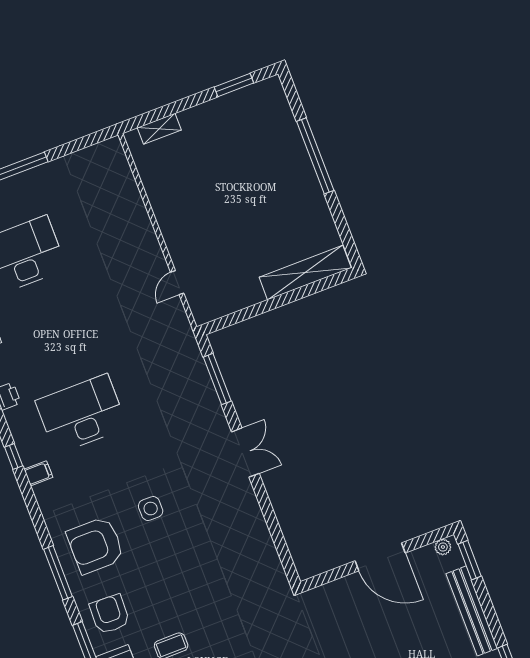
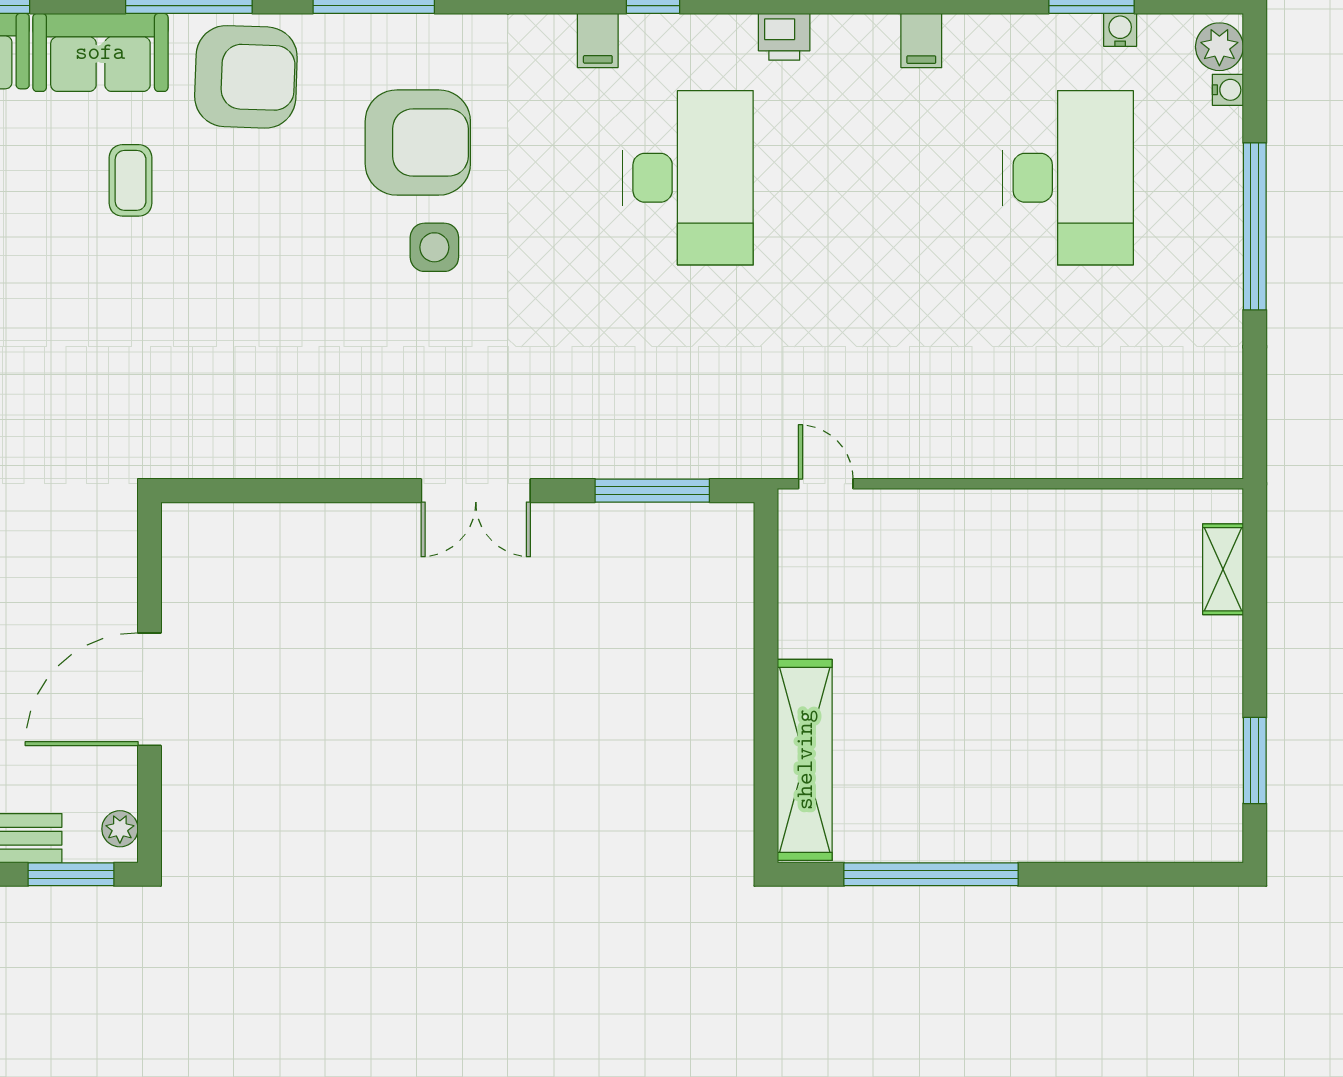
window: (315, 156) -> (931, 874), moved
door: (177, 283) -> (826, 484), moved
armchair: (95, 545) -> (418, 143), moved, turned 90
armchair: (110, 614) -> (246, 77), width x1.36, depth x1.36

